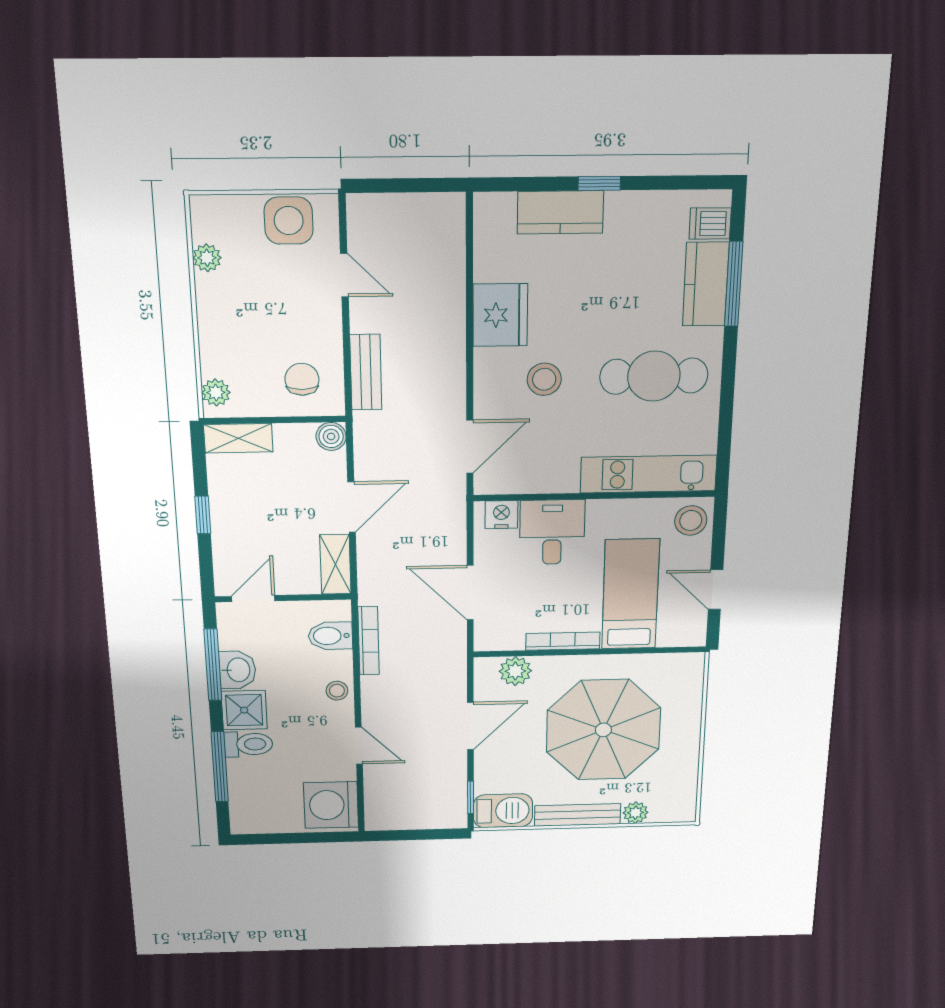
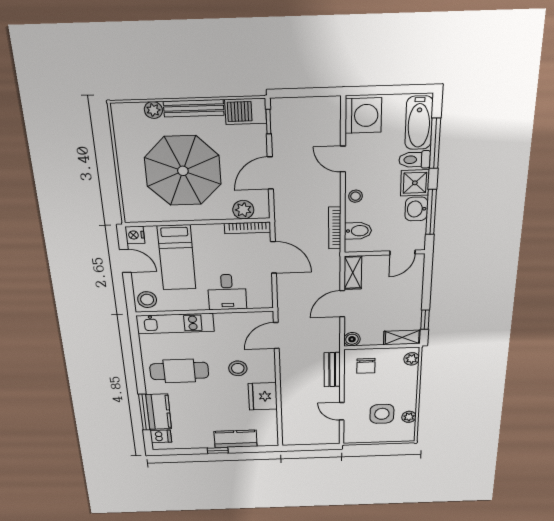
side table: (289, 221) -> (382, 414), moved
window: (203, 515) -> (425, 320), moved
nightstand: (501, 515) -> (135, 235), moved, turned 90
bookcase: (563, 641) -> (248, 228), moved
bathtub: (247, 795) -> (419, 123), added

